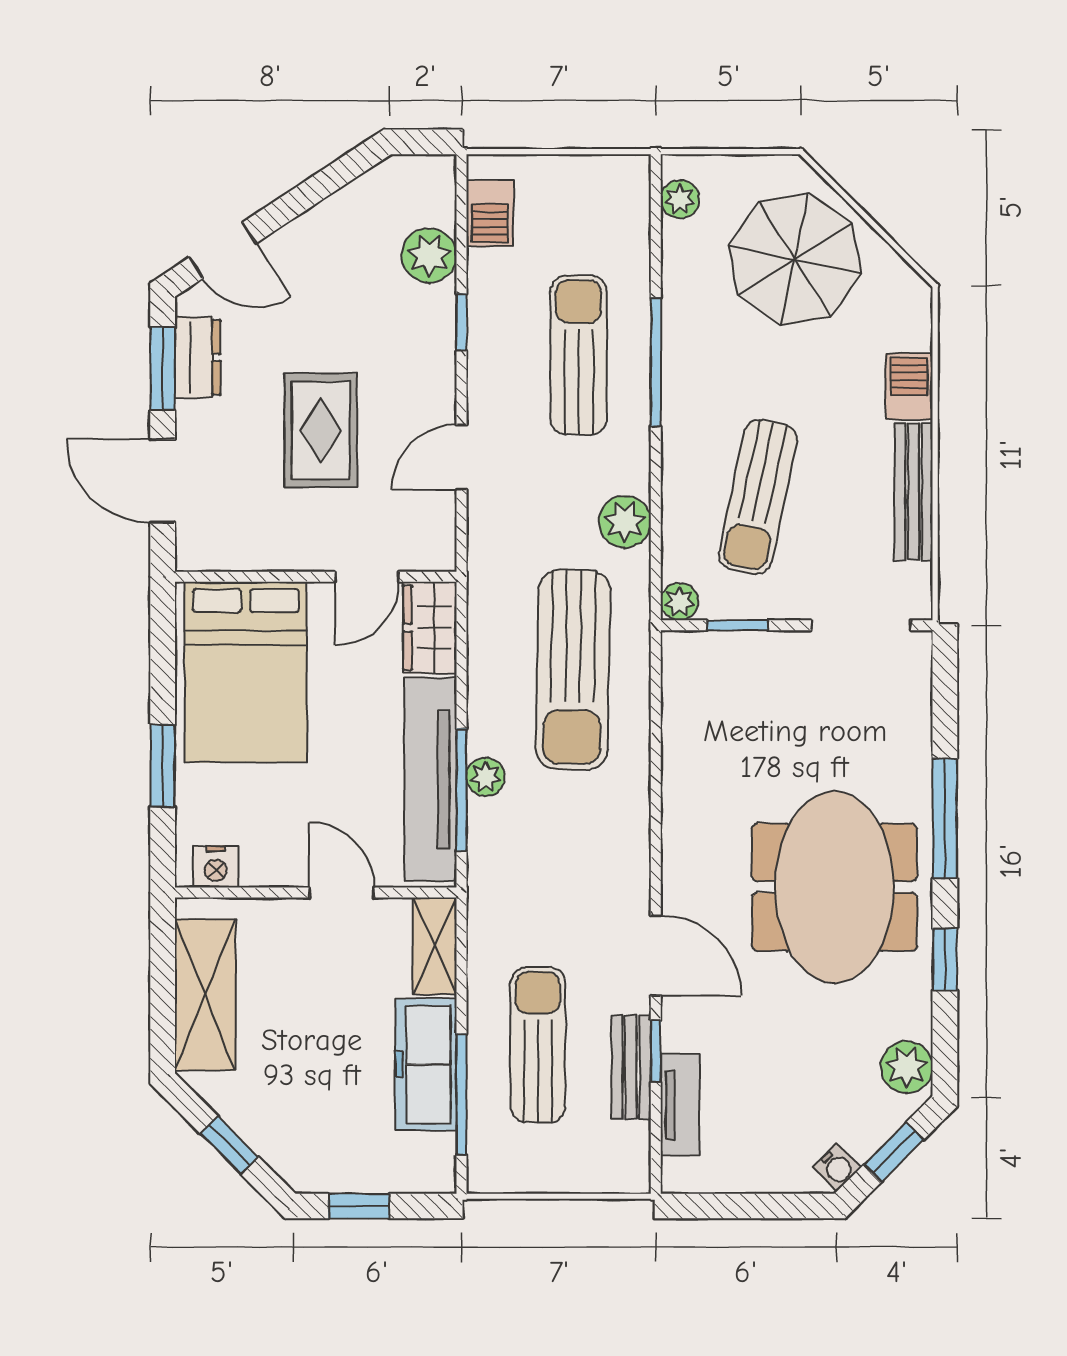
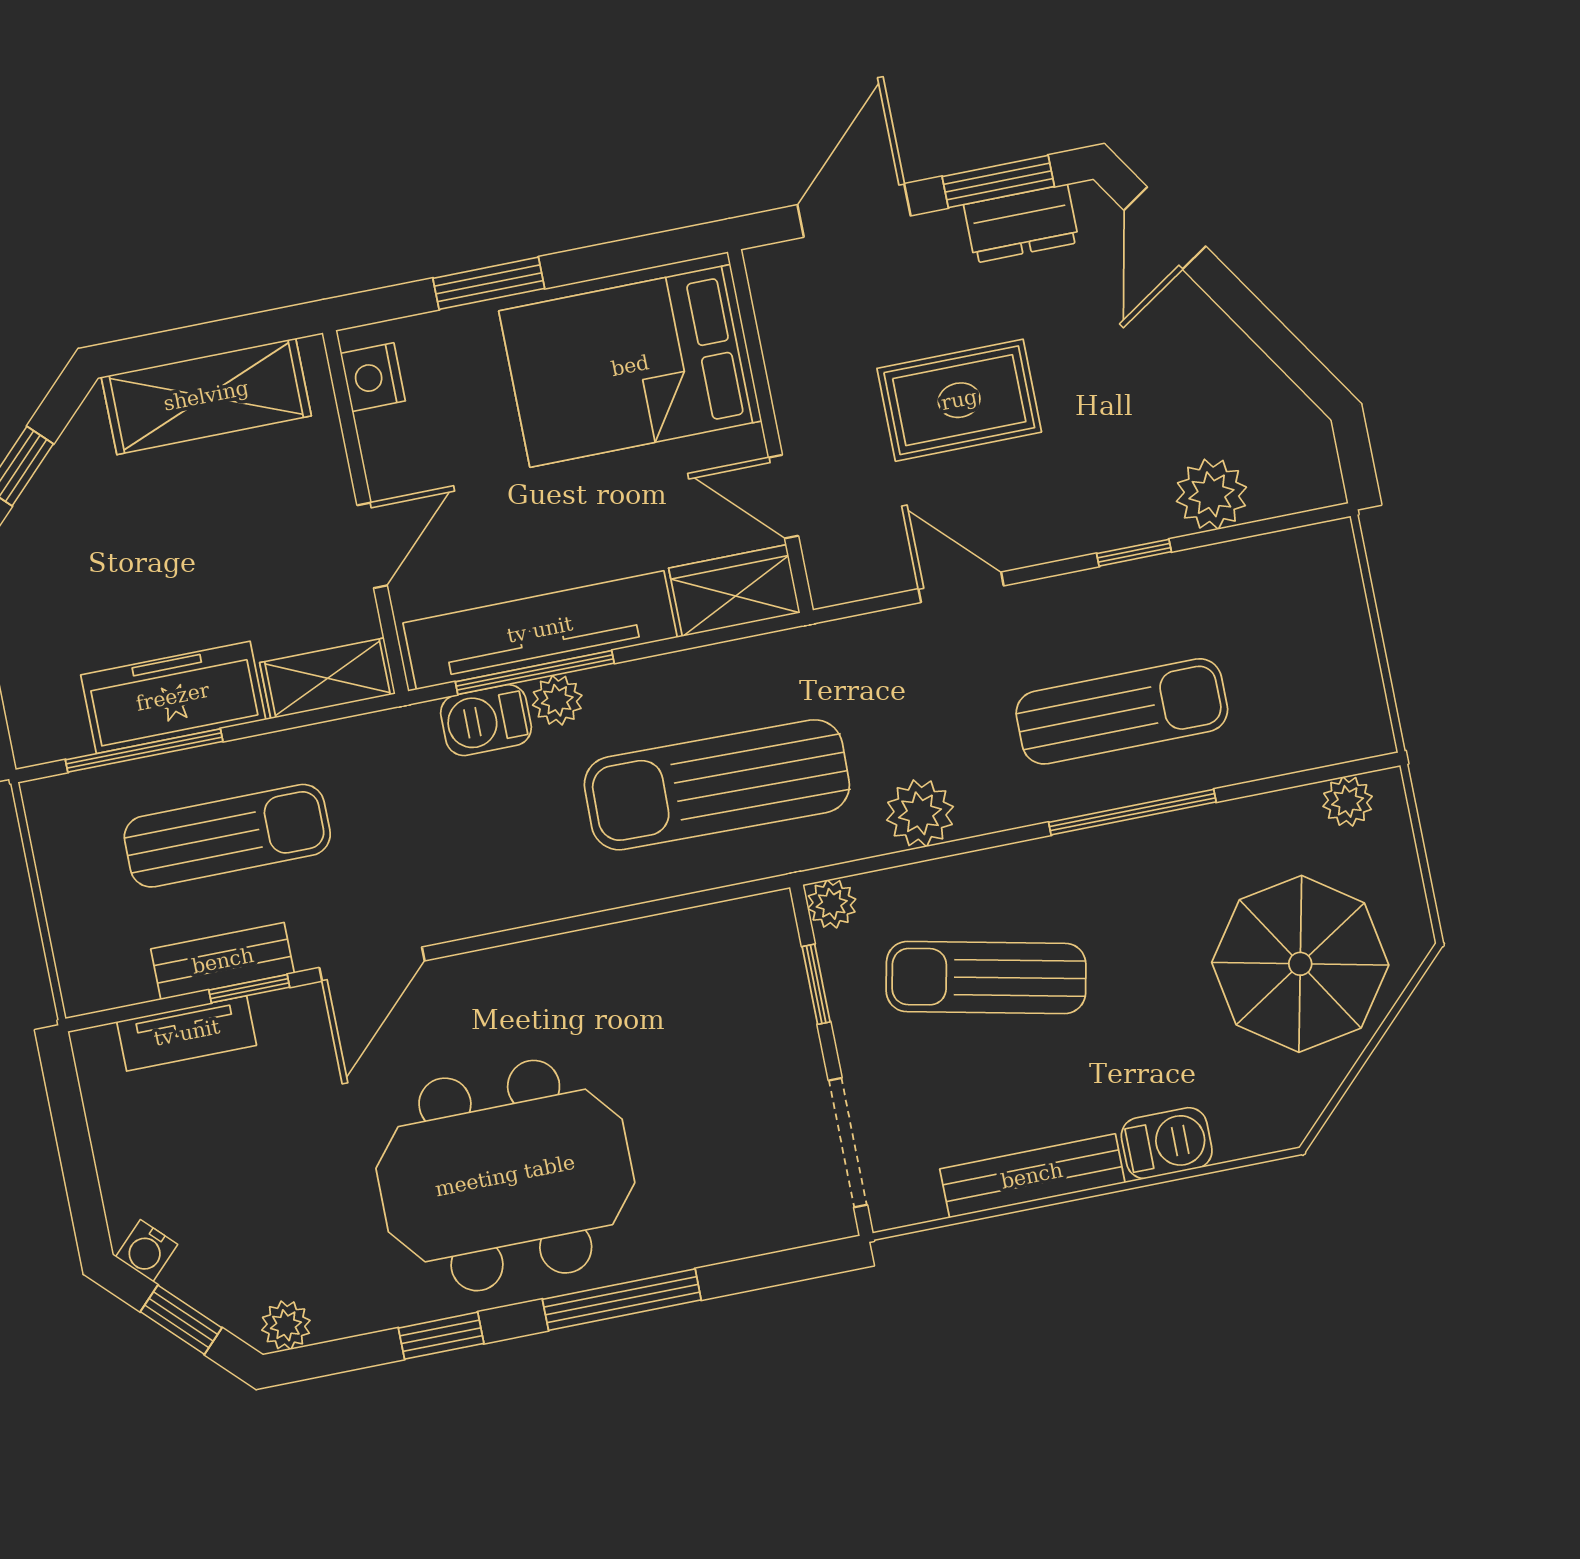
barbecue: (490, 213) -> (486, 720), moved
plant: (907, 1067) -> (286, 1325), width x0.73, depth x0.73

